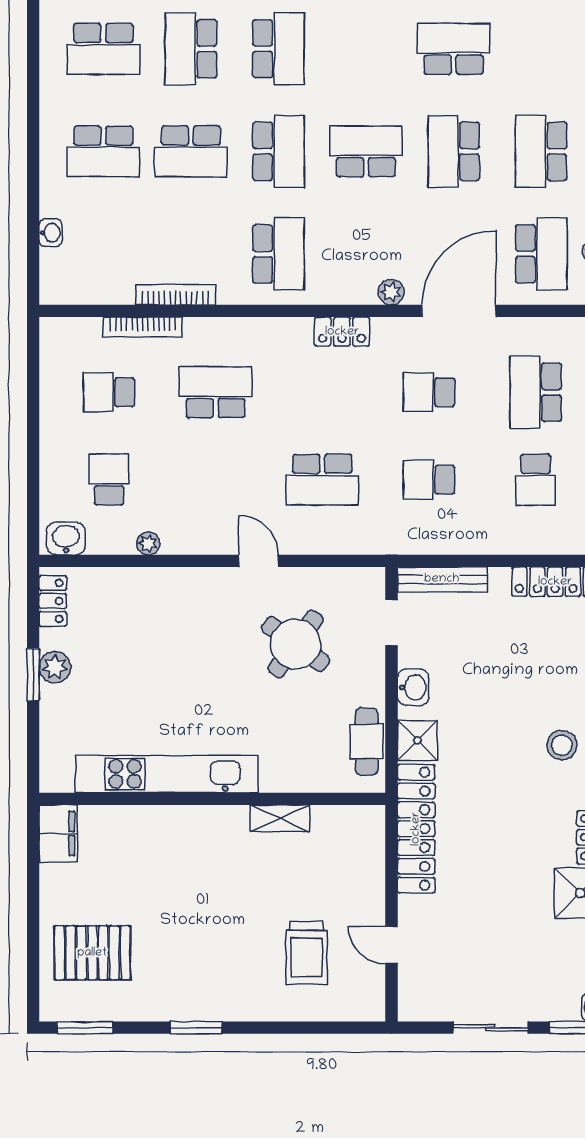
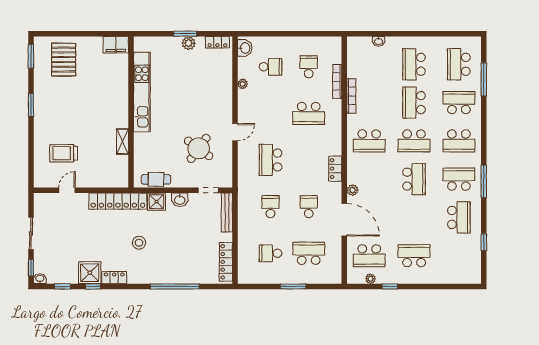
school desk: (454, 151) -> (459, 179), moved
school desk: (216, 392) -> (309, 113), turned 90
stool: (562, 745) -> (139, 243), moved

